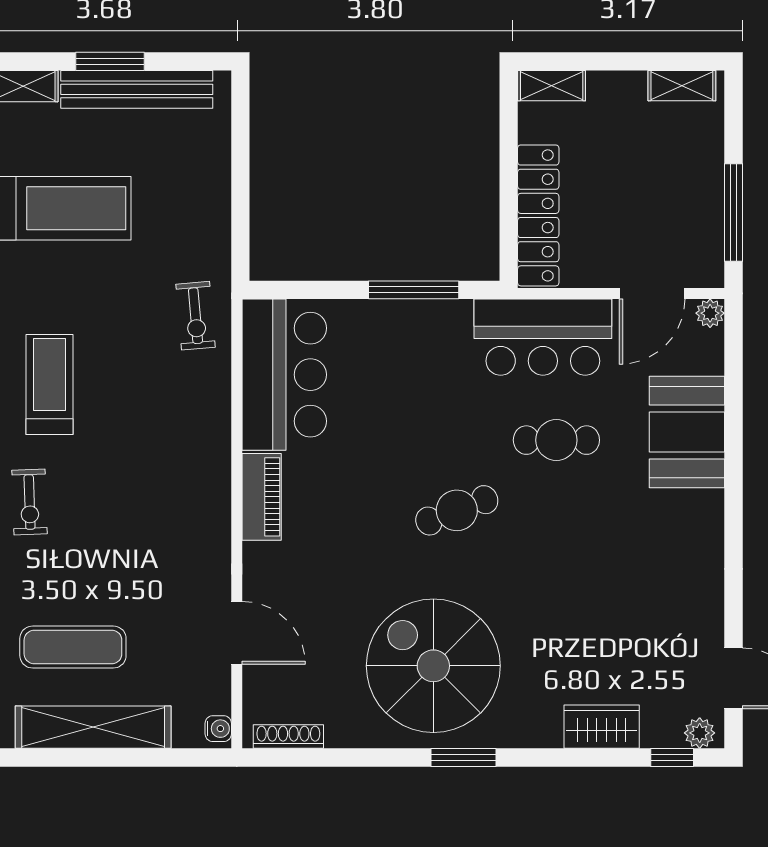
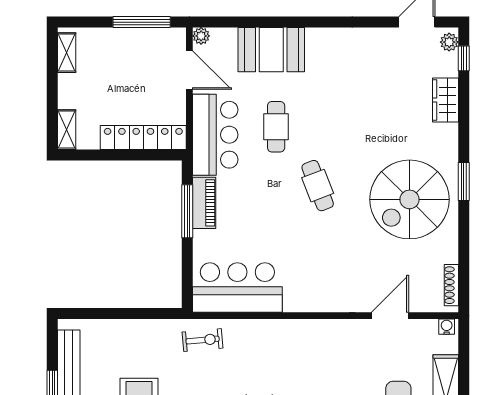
piano: (262, 497) -> (204, 203), moved, turned 90

